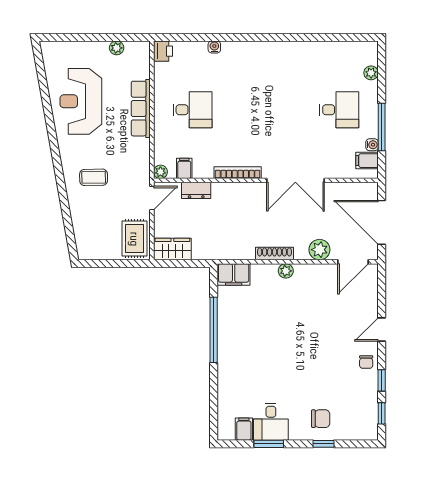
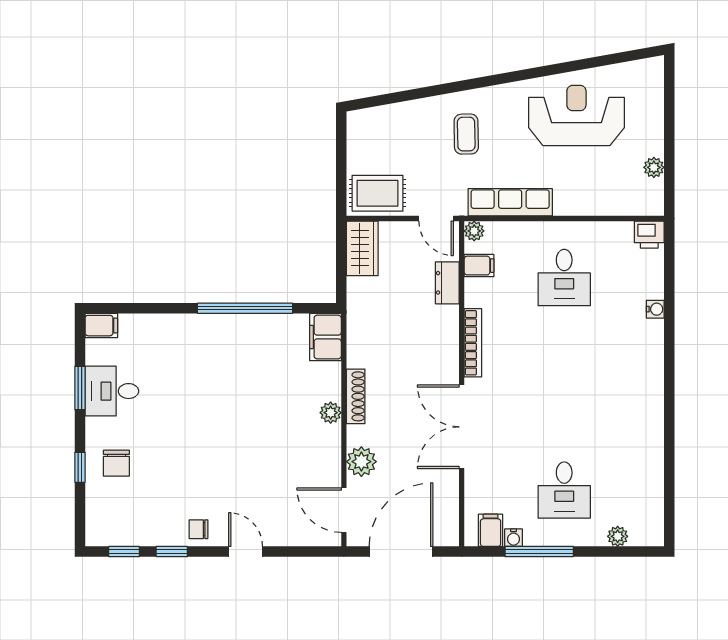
row of seats: (141, 109) -> (510, 202), moved
filing cabinet: (244, 429) -> (101, 326), moved

